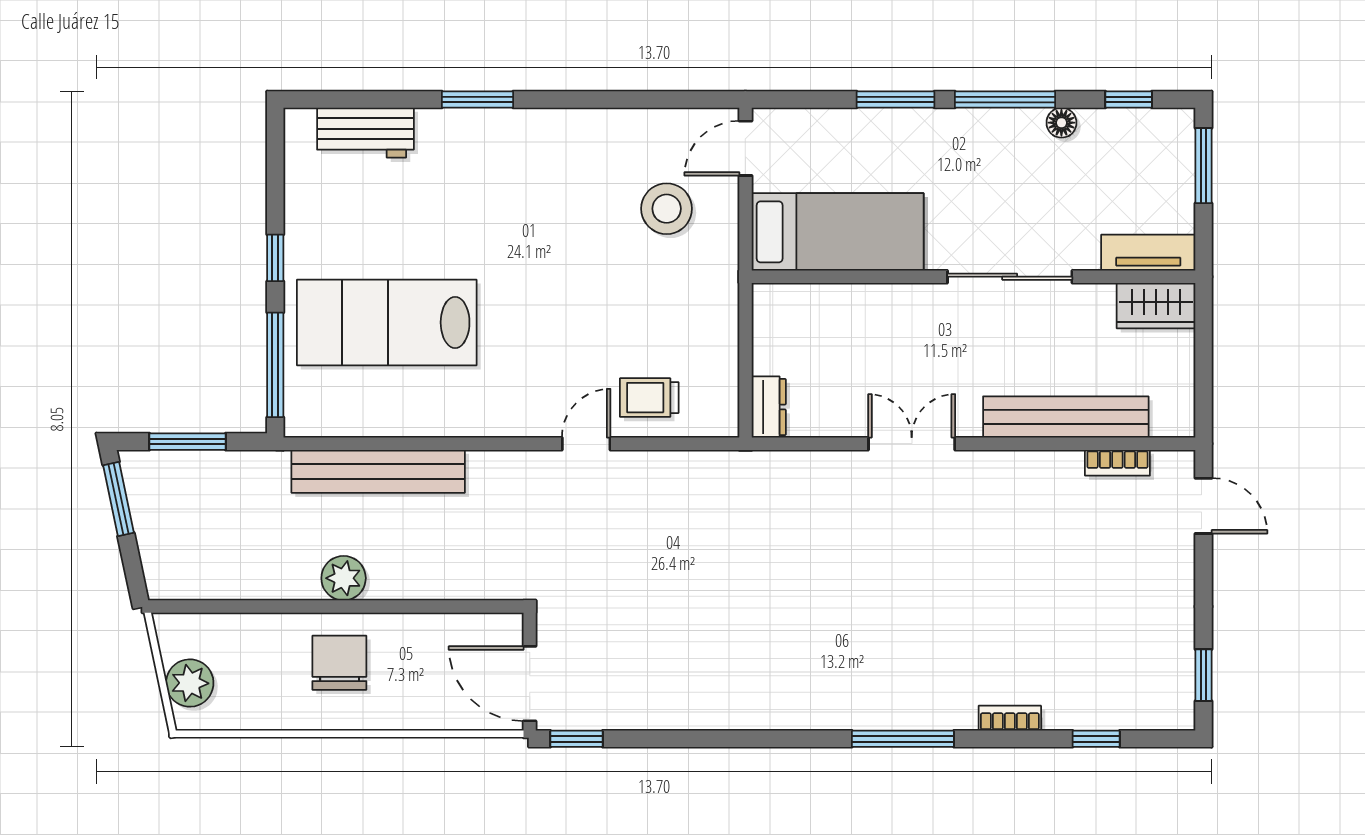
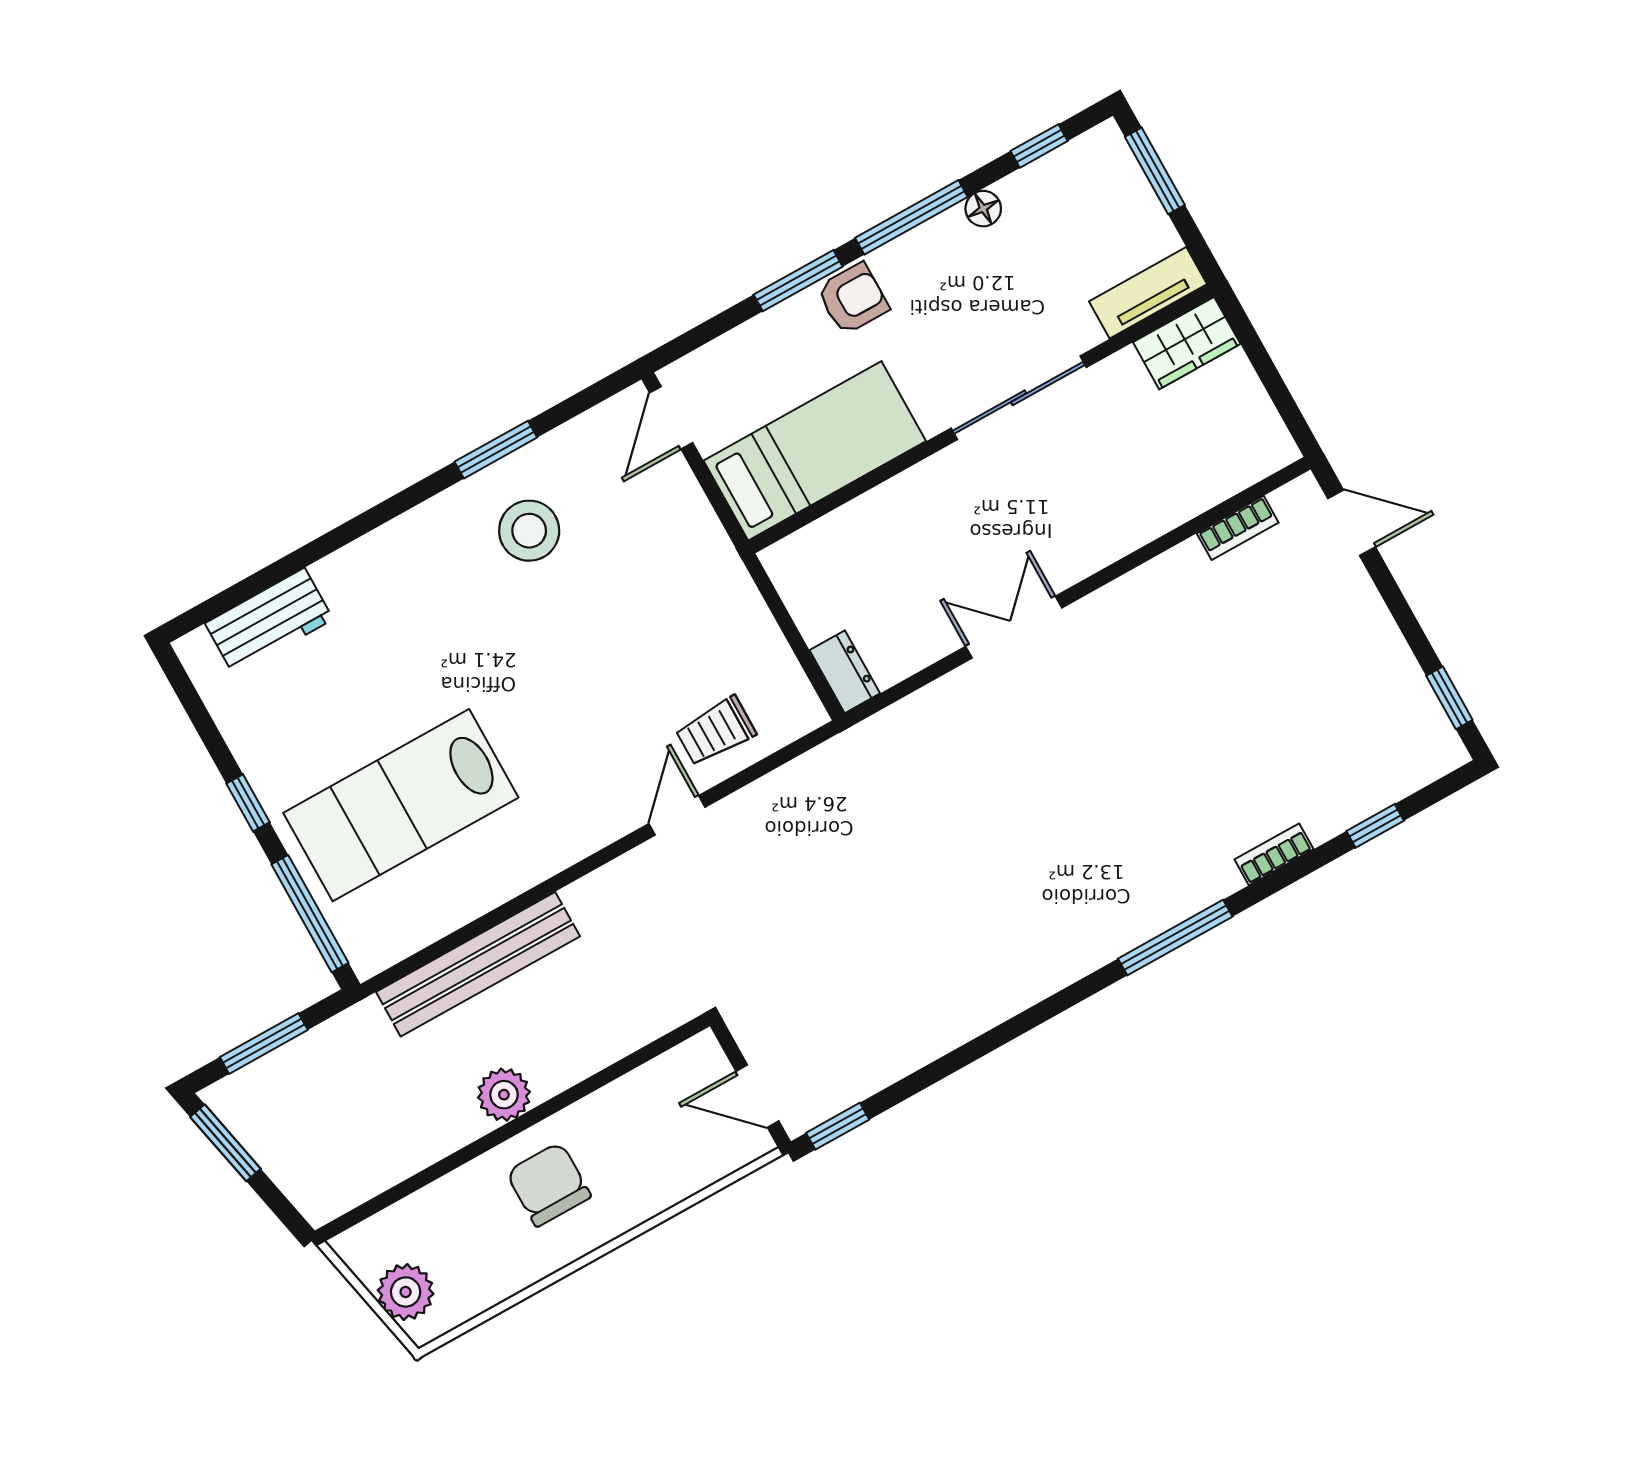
window: (477, 100) -> (496, 450), moved
armchair: (928, 135) -> (853, 299), added
stool: (667, 209) -> (529, 531), moved
bench: (1066, 417) -> (1158, 510), removed
door: (530, 684) -> (757, 1096), width x0.73

